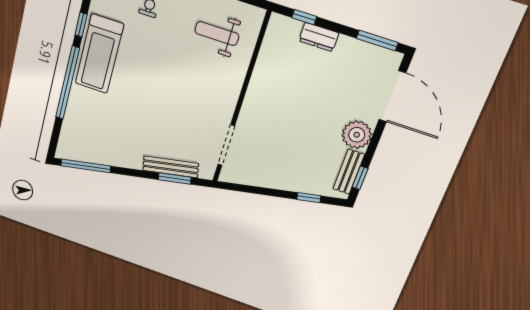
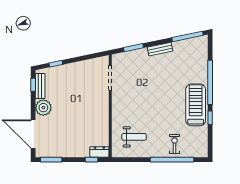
dresser: (319, 37) -> (99, 152), moved
bench: (171, 167) -> (160, 49), moved, width x0.73

